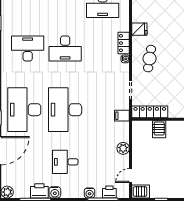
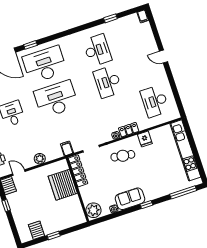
server rack: (159, 129) -> (63, 185), width x2.18, depth x1.44

